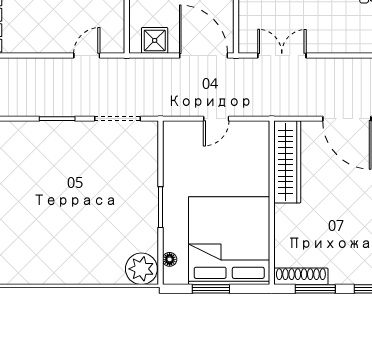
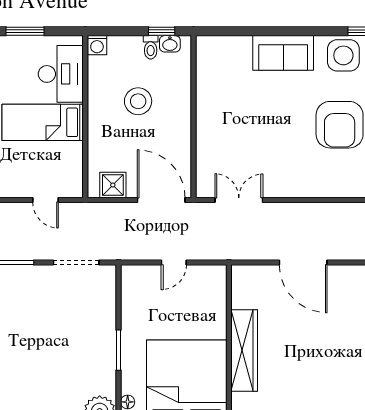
door: (87, 56) -> (46, 200), swing flipped
wardrobe: (287, 162) -> (244, 350), moved

